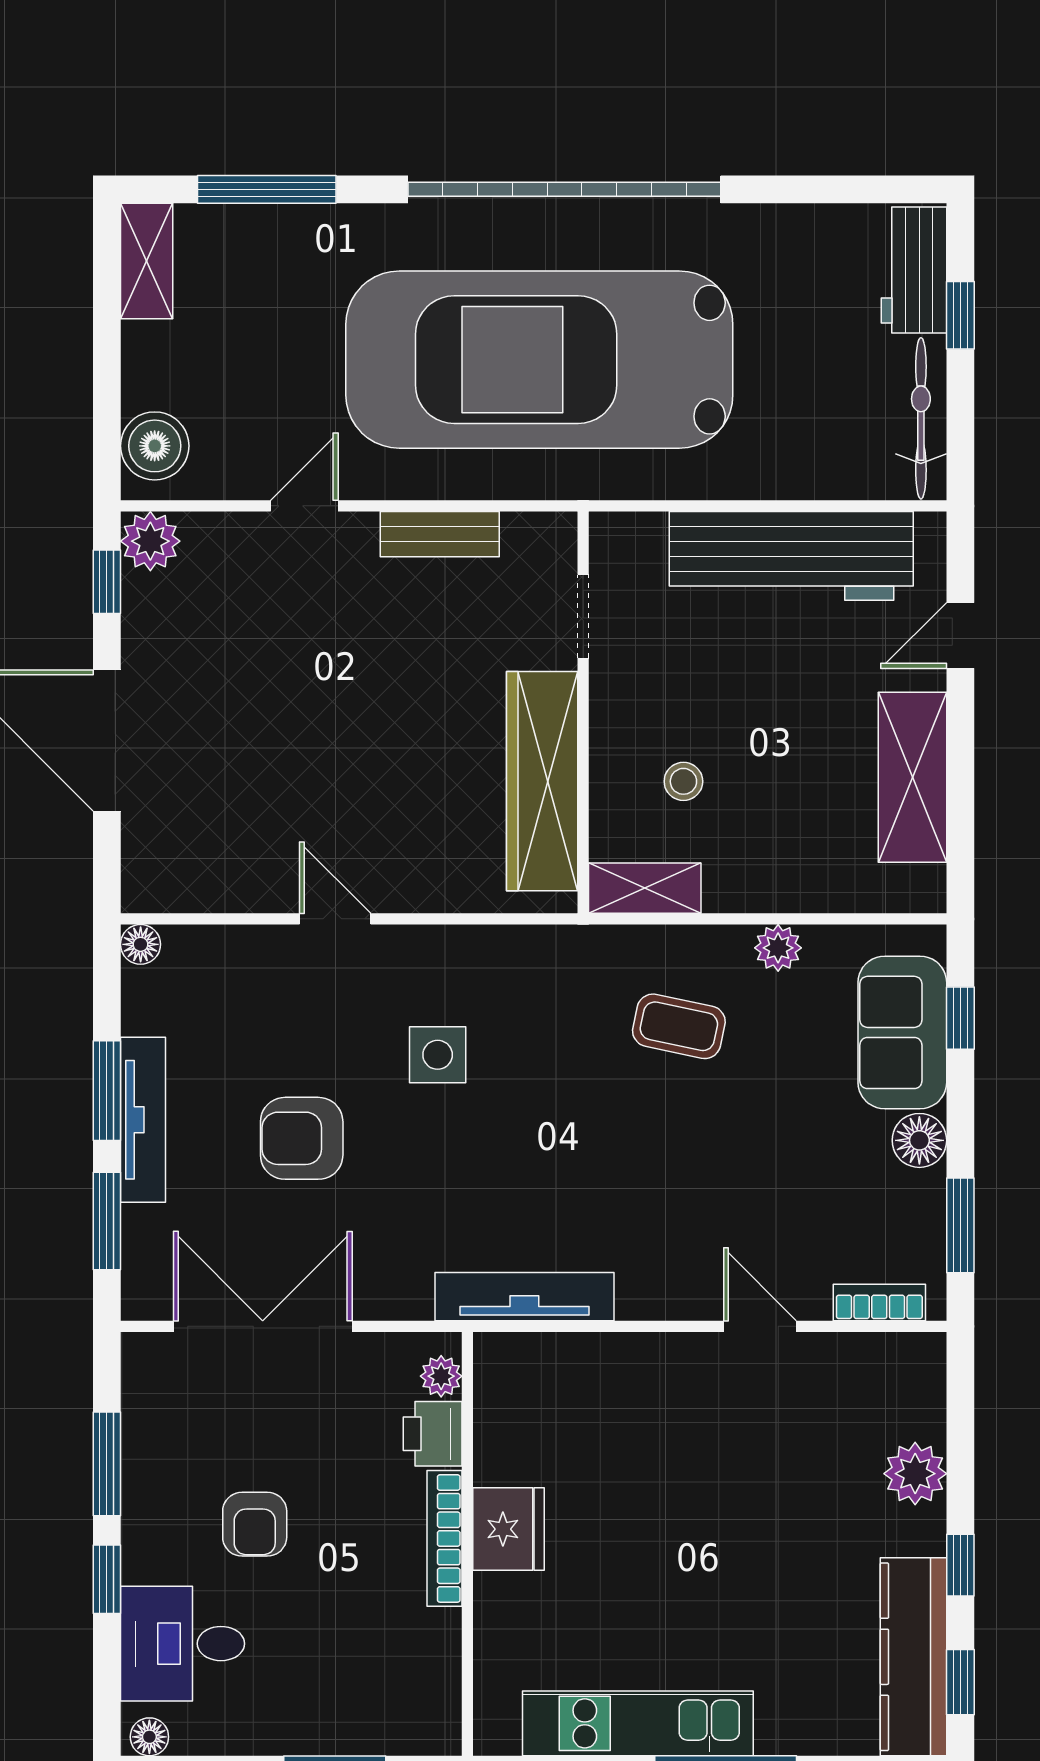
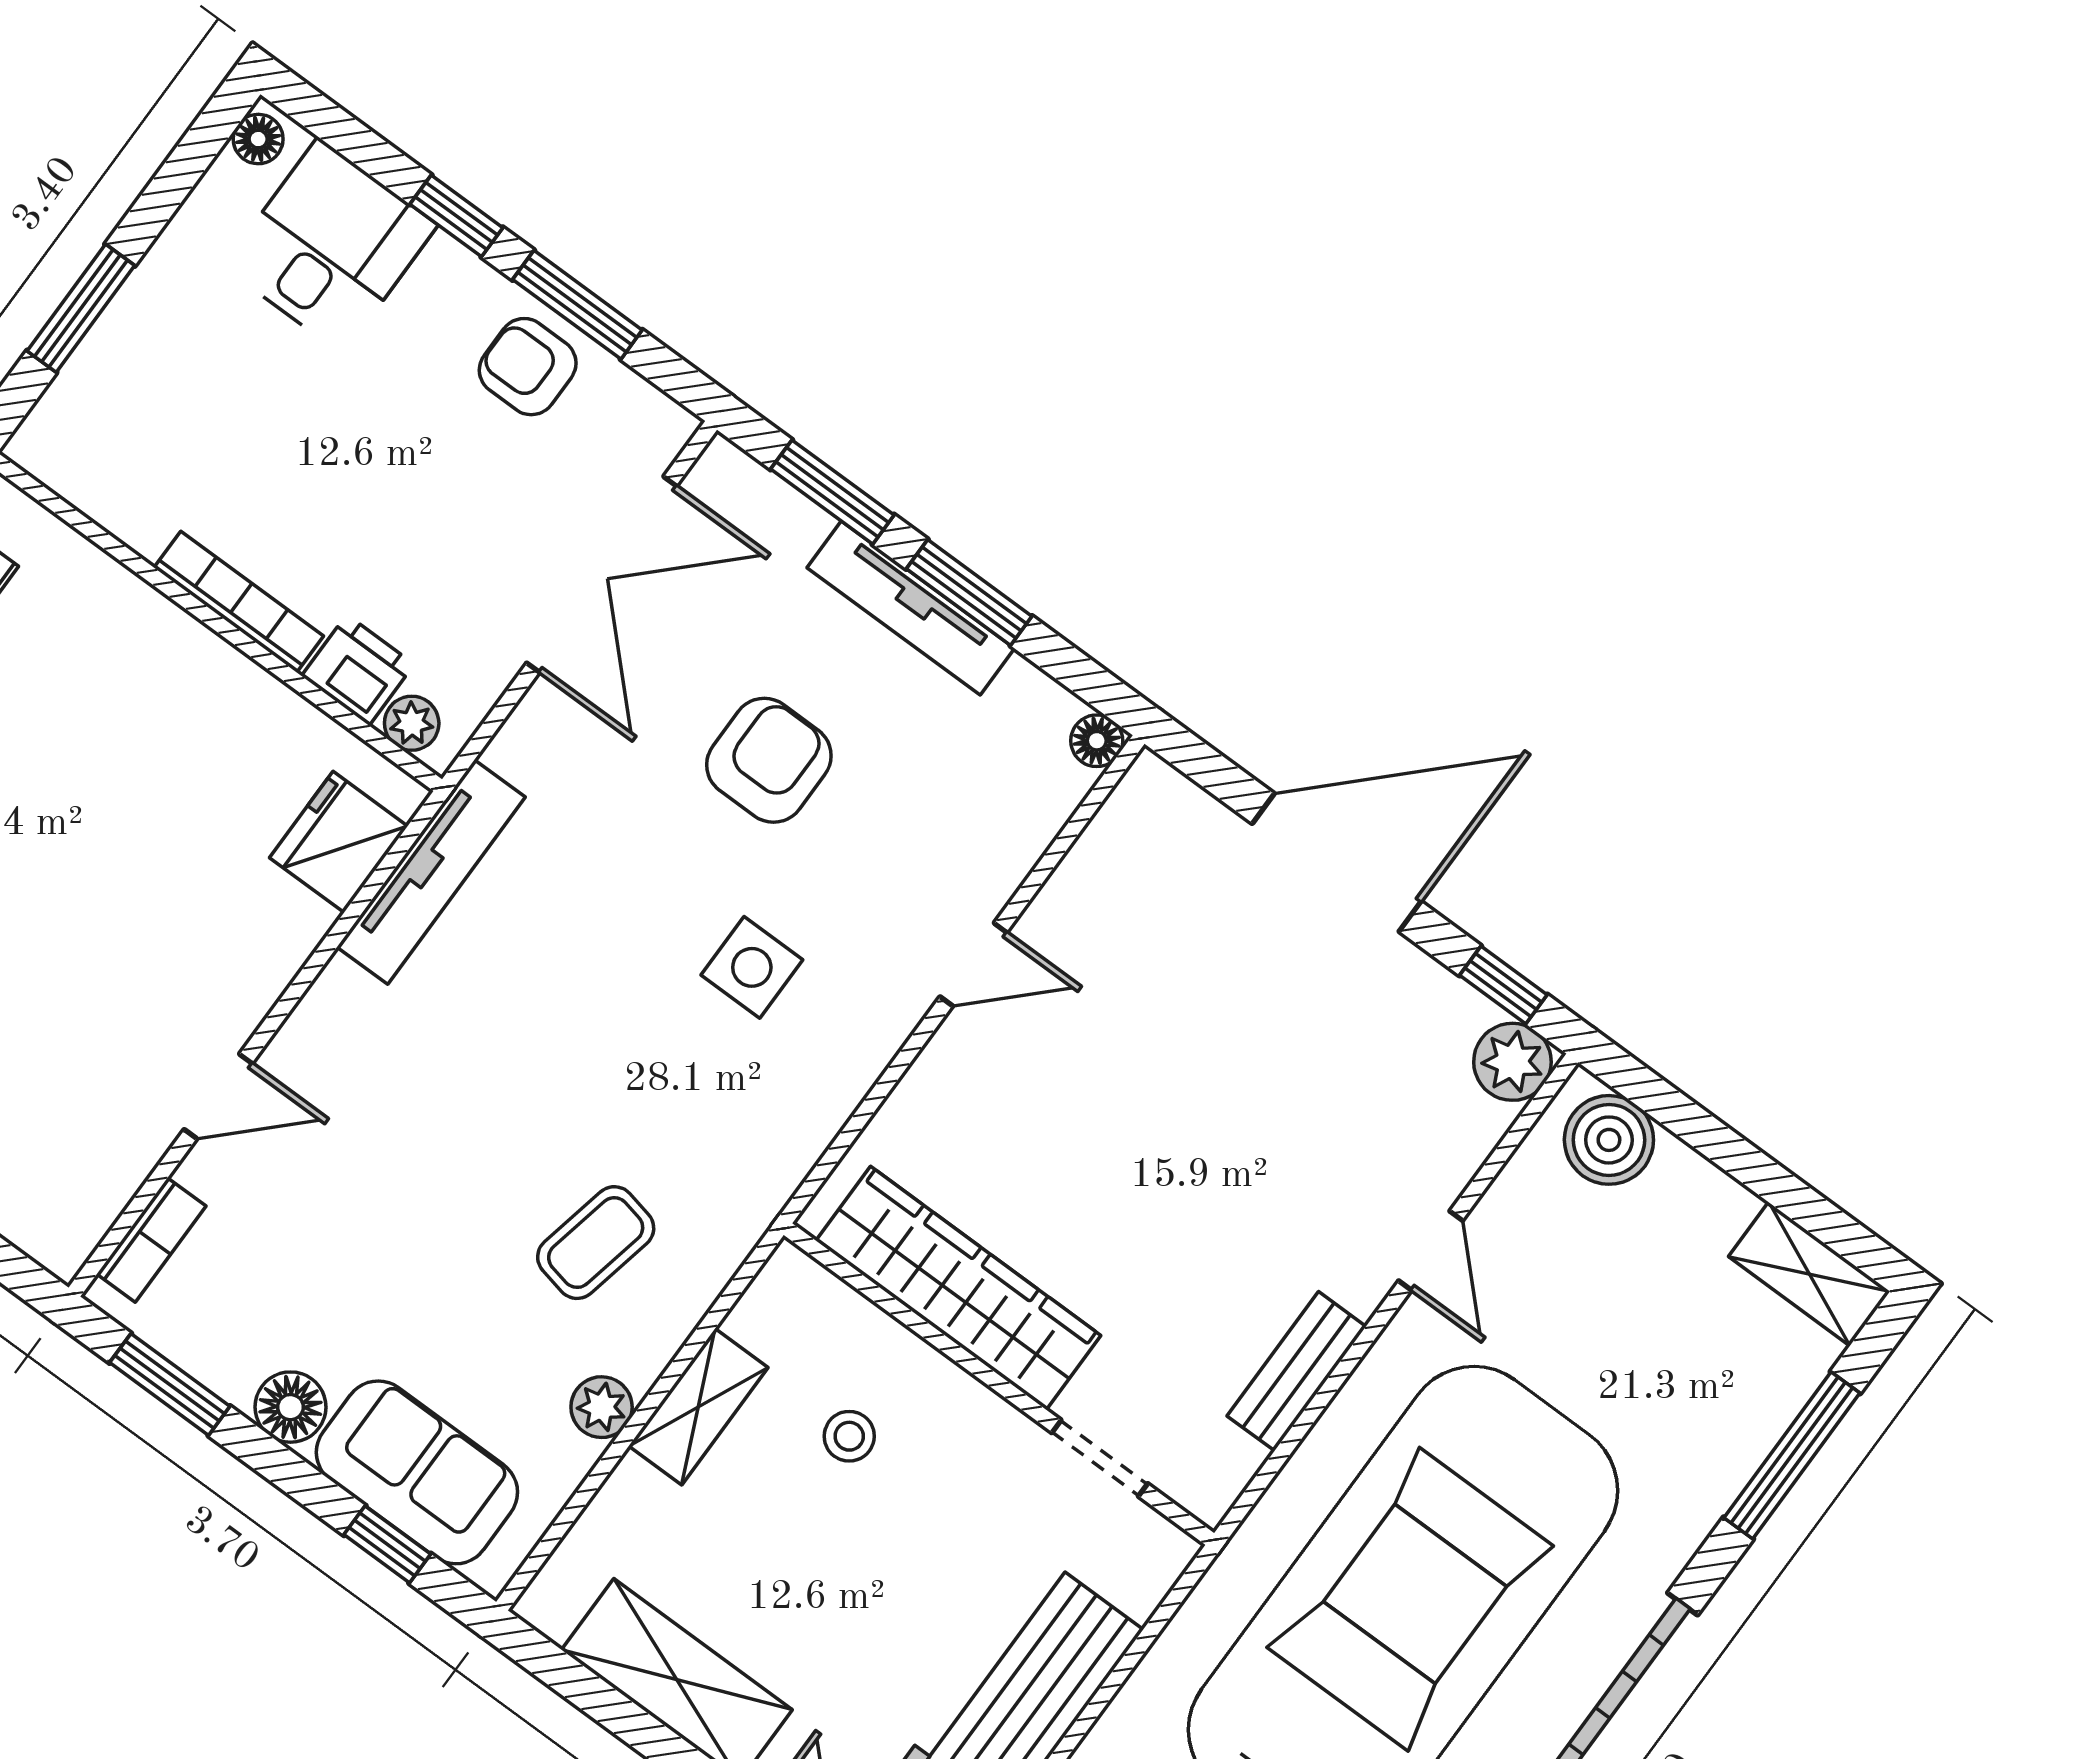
shelving: (645, 888) -> (698, 1407), moved
armchair: (255, 1524) -> (528, 367), moved
fridge: (509, 1529) -> (339, 842), moved, turned 90

